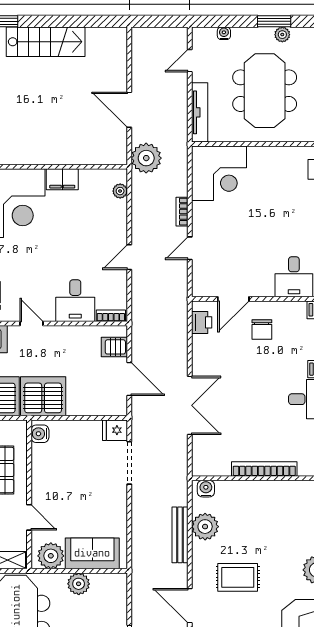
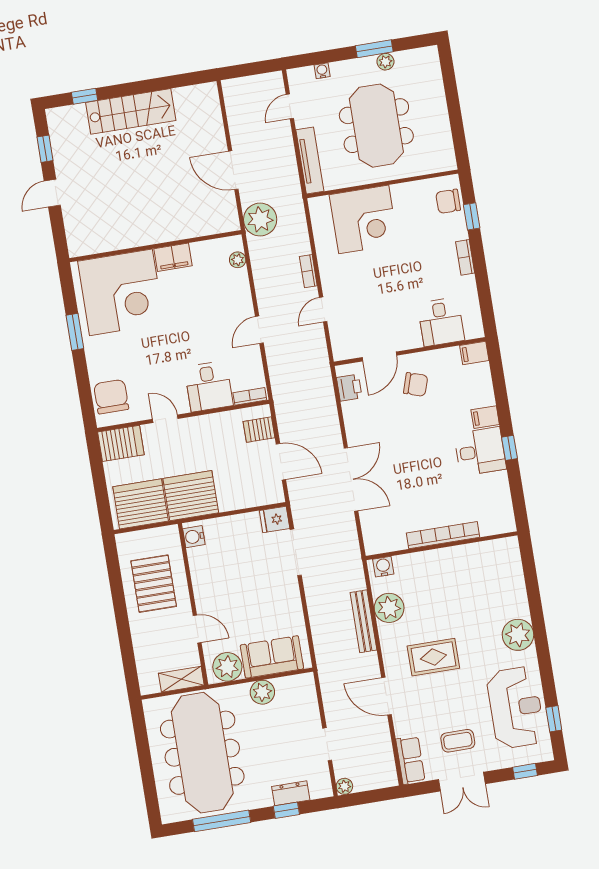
corner desk: (219, 173) -> (364, 219), moved
chair: (262, 329) -> (416, 384), turned -72

